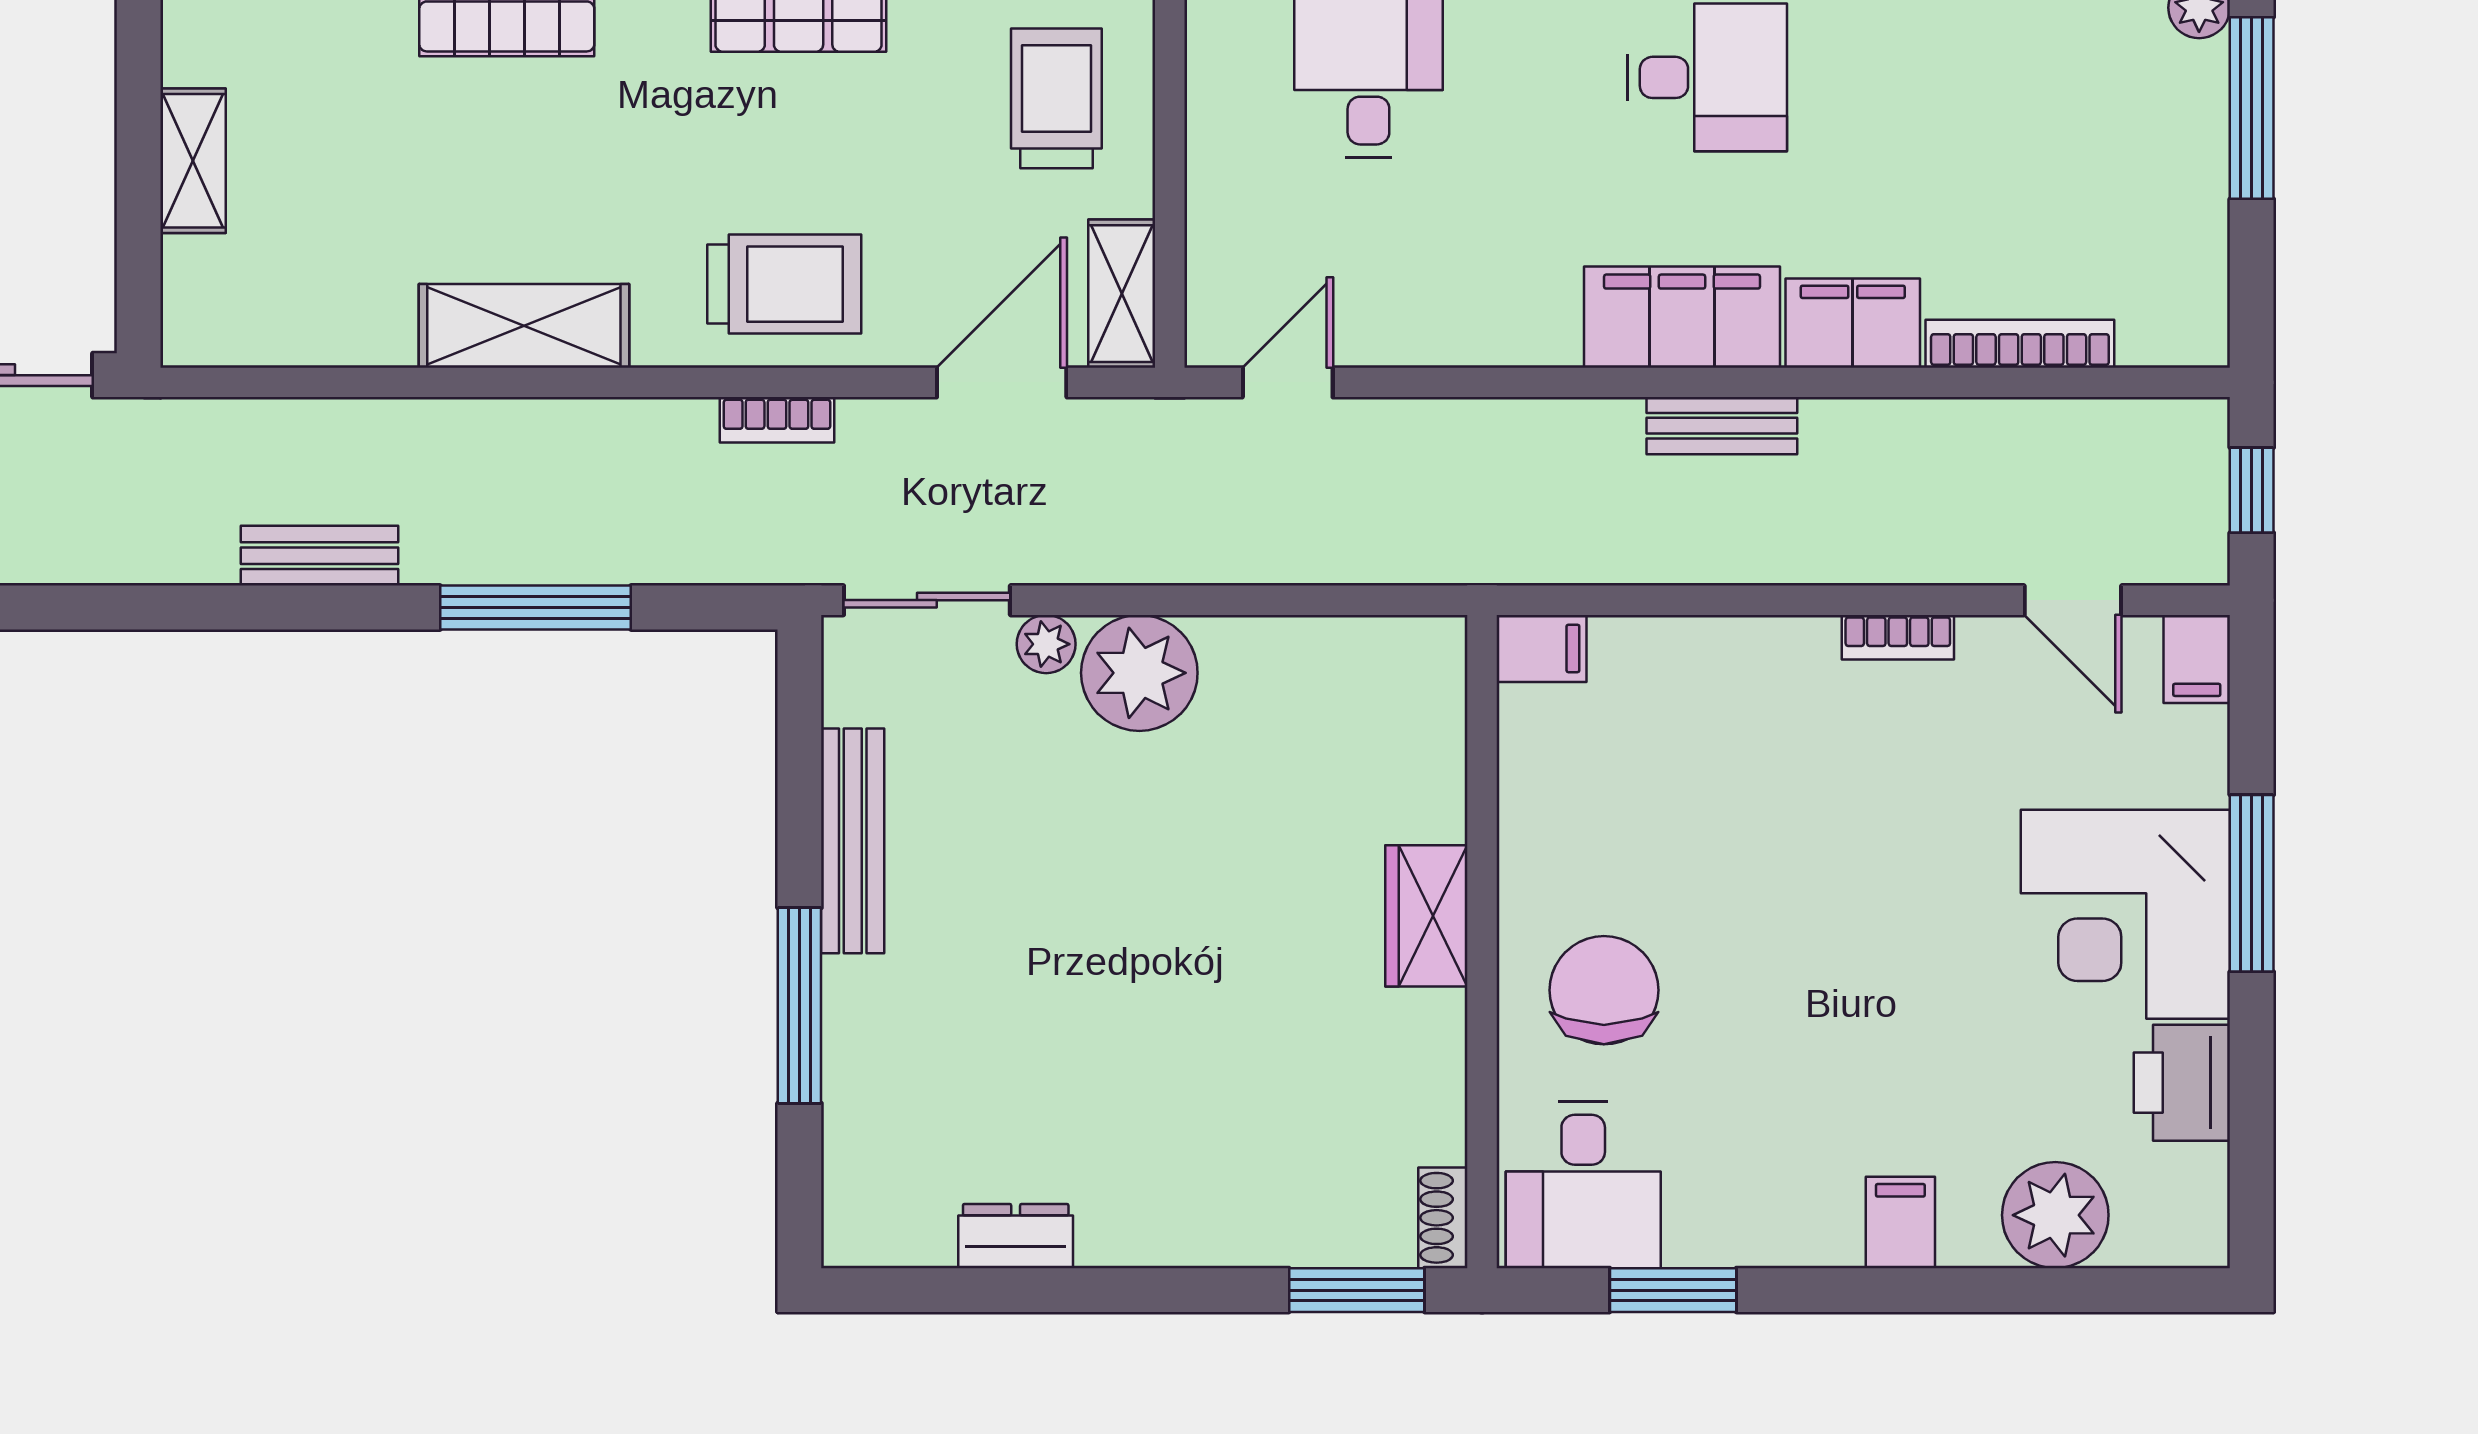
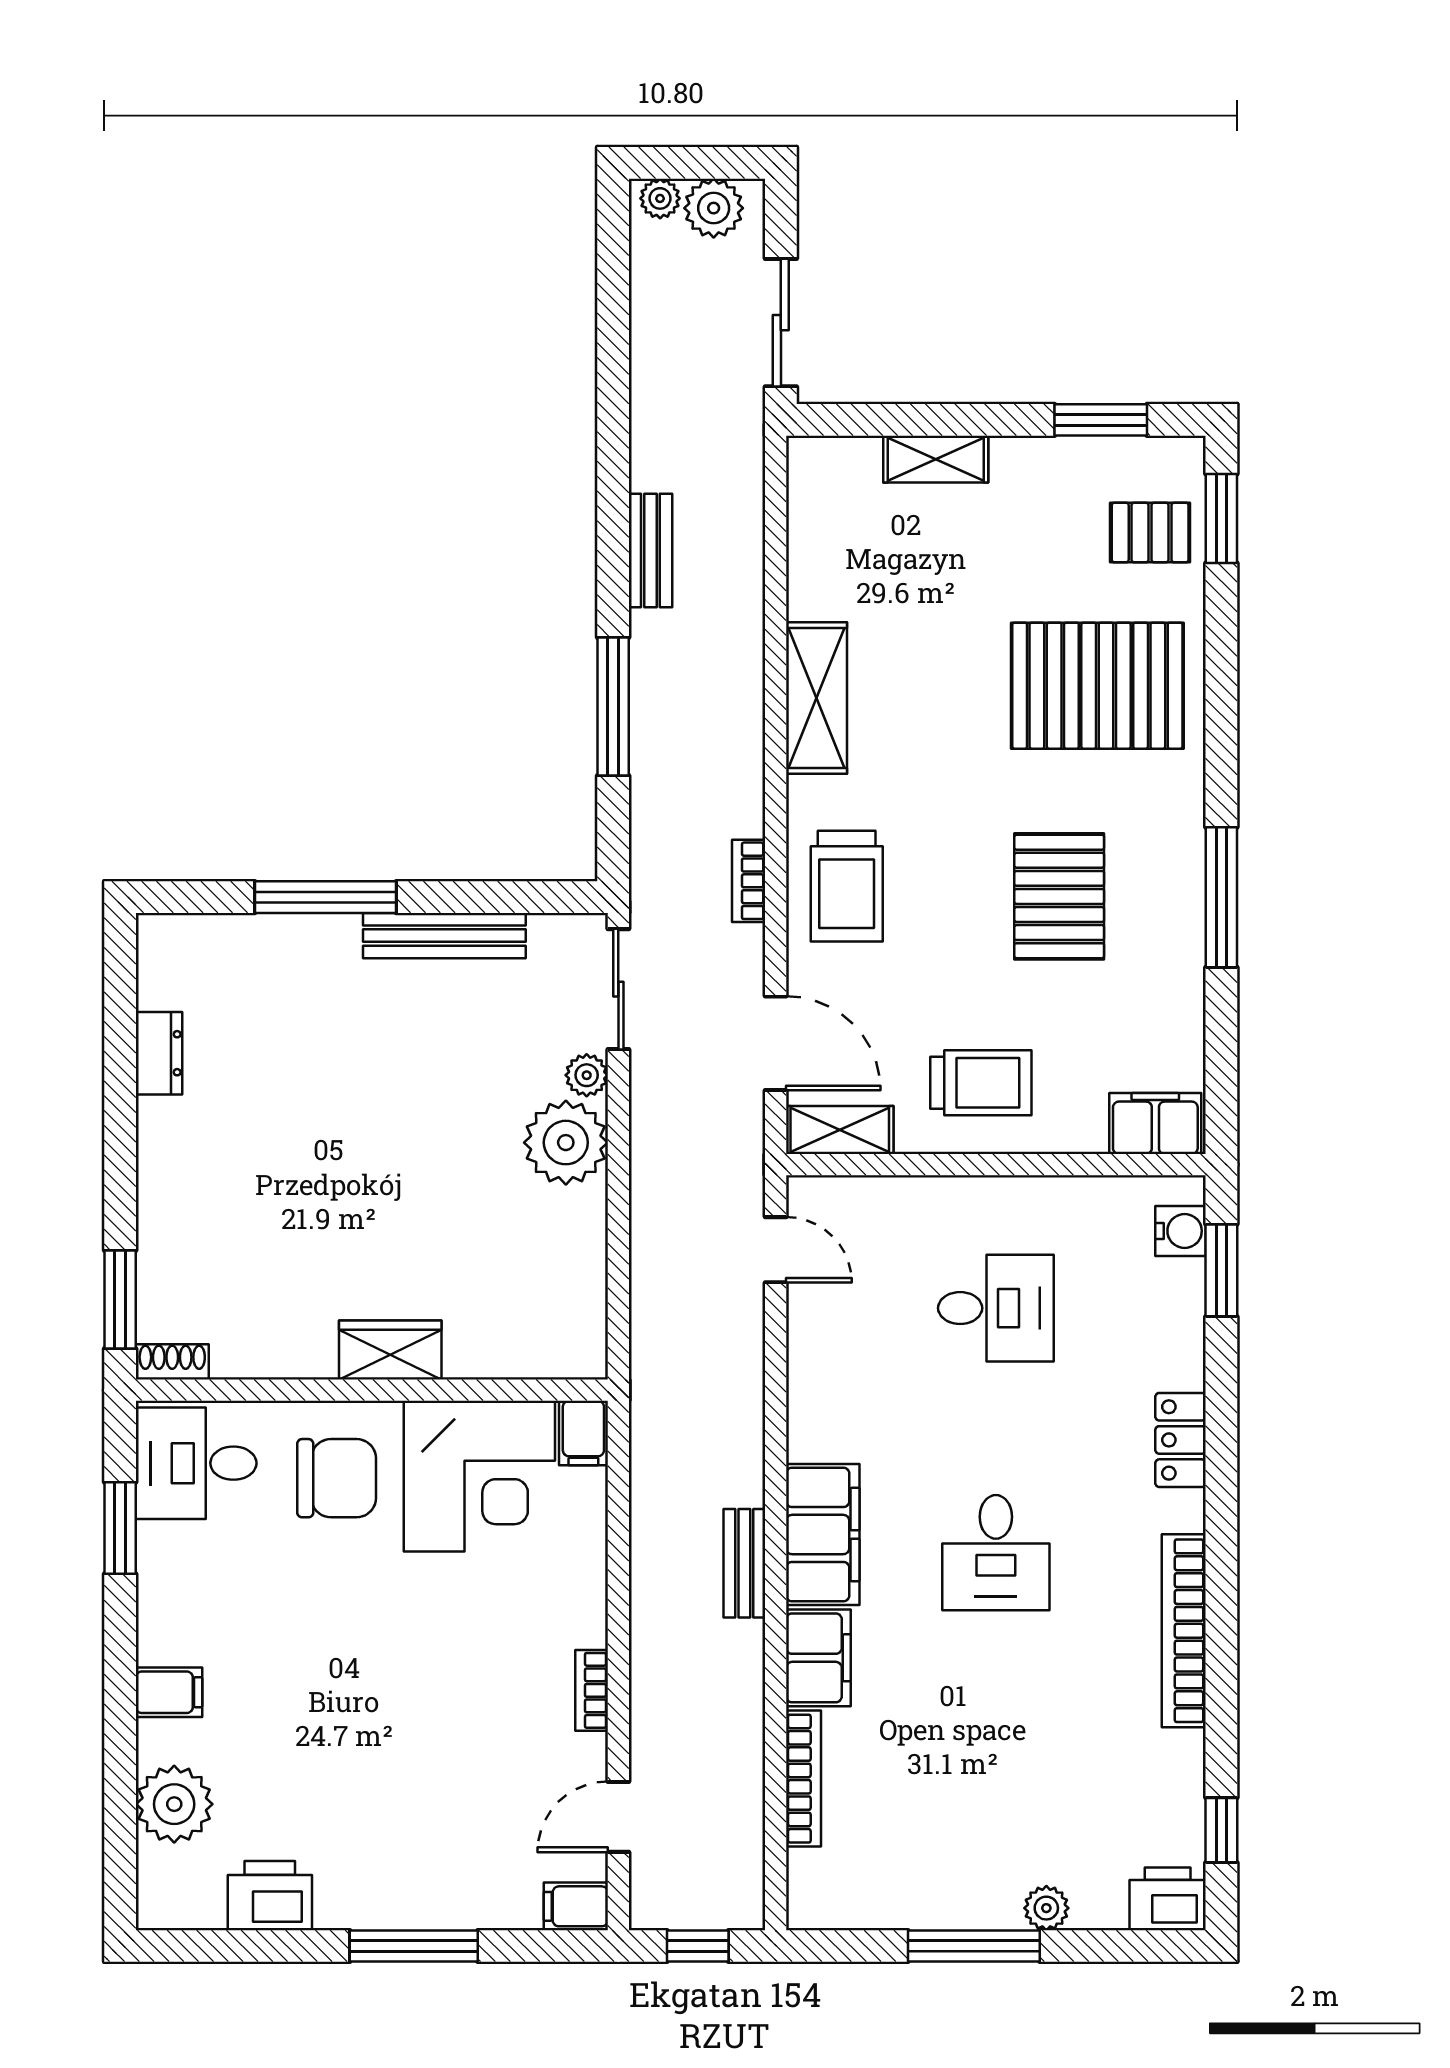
corner desk: (2125, 914) -> (479, 1476), moved, turned 180

